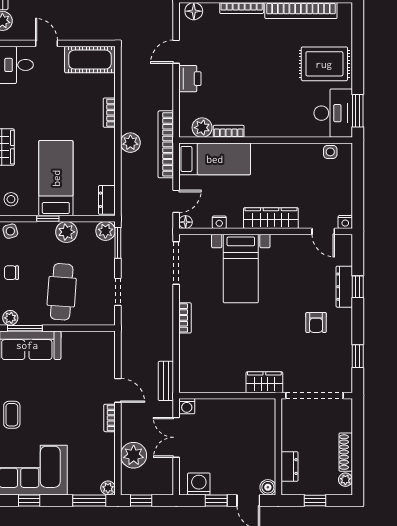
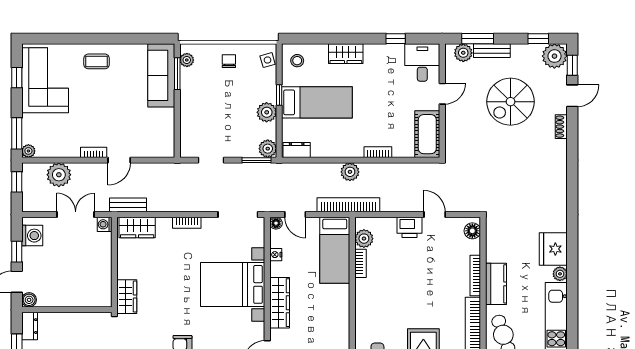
bed with nightstands: (241, 269) -> (233, 284), width x1.36
cafe table: (62, 292) -> (211, 108), removed
wardrobe: (190, 371) -> (137, 227), added
dresser: (290, 467) -> (30, 326), moved, turned -90

